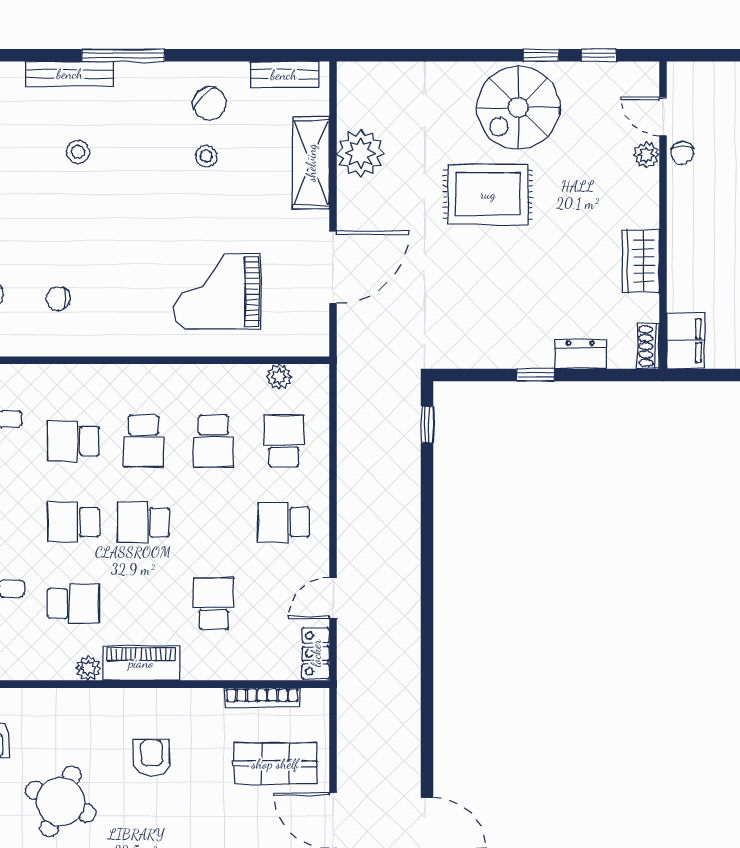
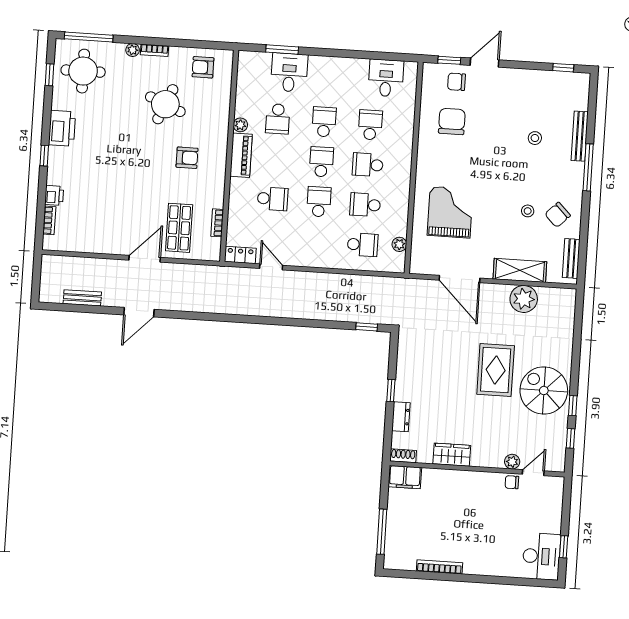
chair: (58, 299) -> (452, 121), width x1.87, depth x1.87
school desk: (284, 522) -> (319, 202), moved
bookcase: (262, 697) -> (217, 223), width x0.64

